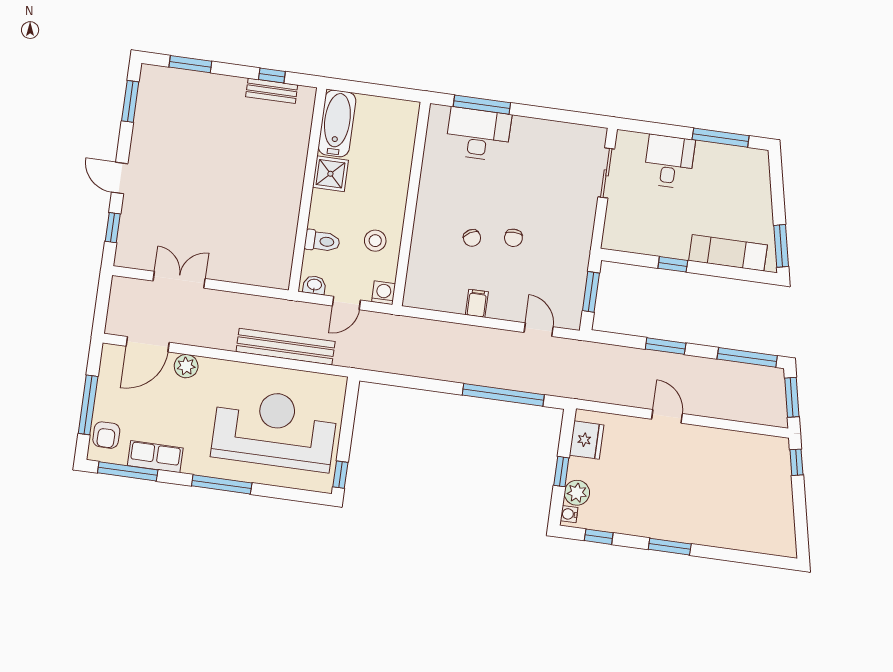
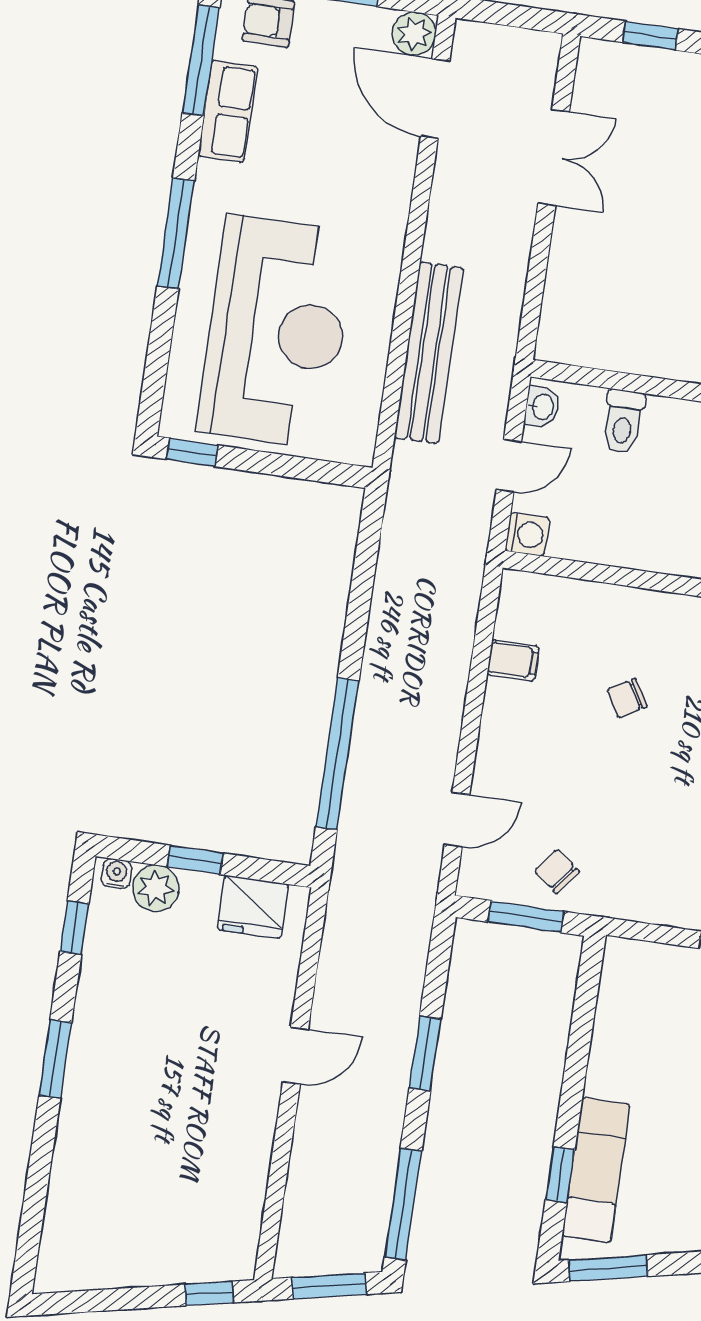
chair: (513, 238) -> (557, 871), moved, turned 38
stool: (375, 241) -> (623, 520), removed
window: (673, 264) -> (560, 1175), moved
door: (346, 303) -> (509, 466), swing flipped
filing cabinet: (477, 303) -> (513, 660), moved
plant: (186, 366) -> (414, 34), moved

